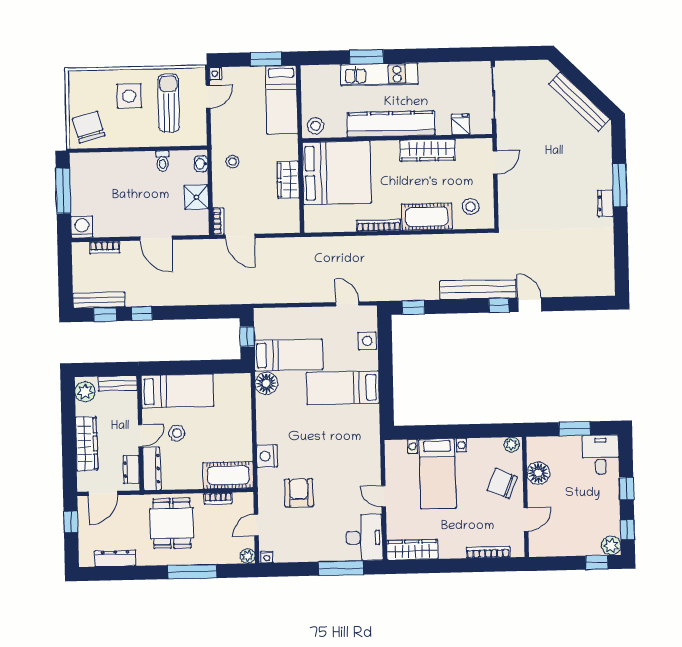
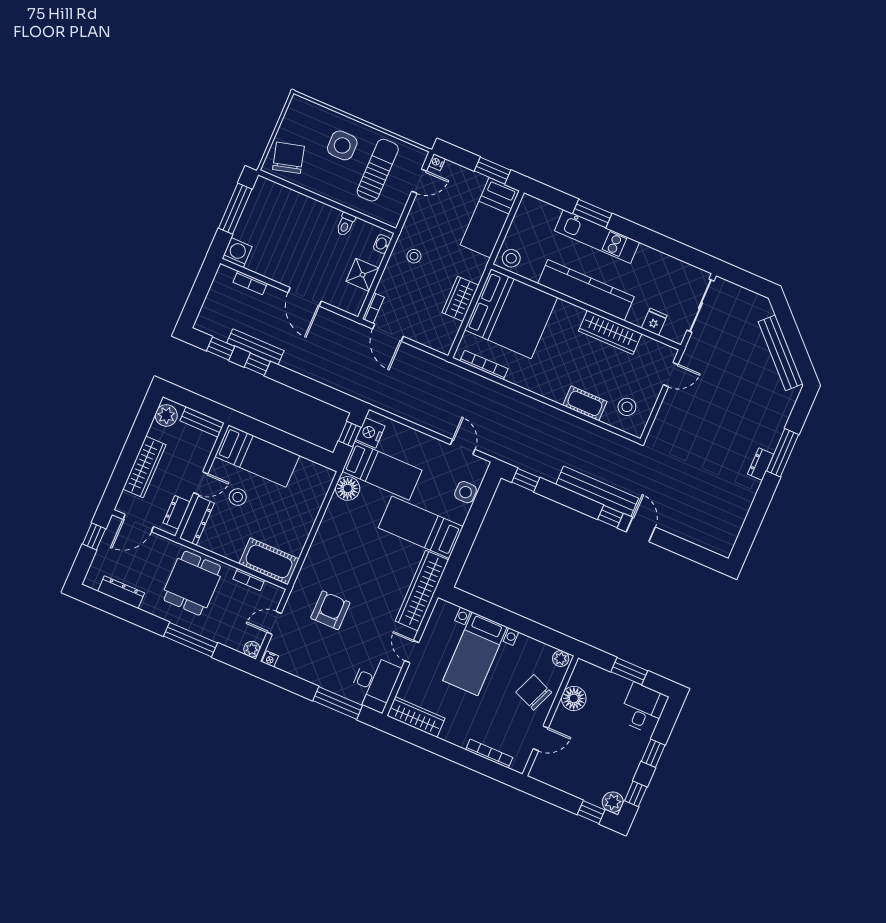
cot: (427, 217) -> (585, 403), width x0.73, depth x0.75
bookcase: (379, 225) -> (484, 365), moved
bench: (99, 300) -> (255, 347), moved
wardrobe: (368, 441) -> (422, 591), added
nightstand: (267, 456) -> (370, 433), moved

